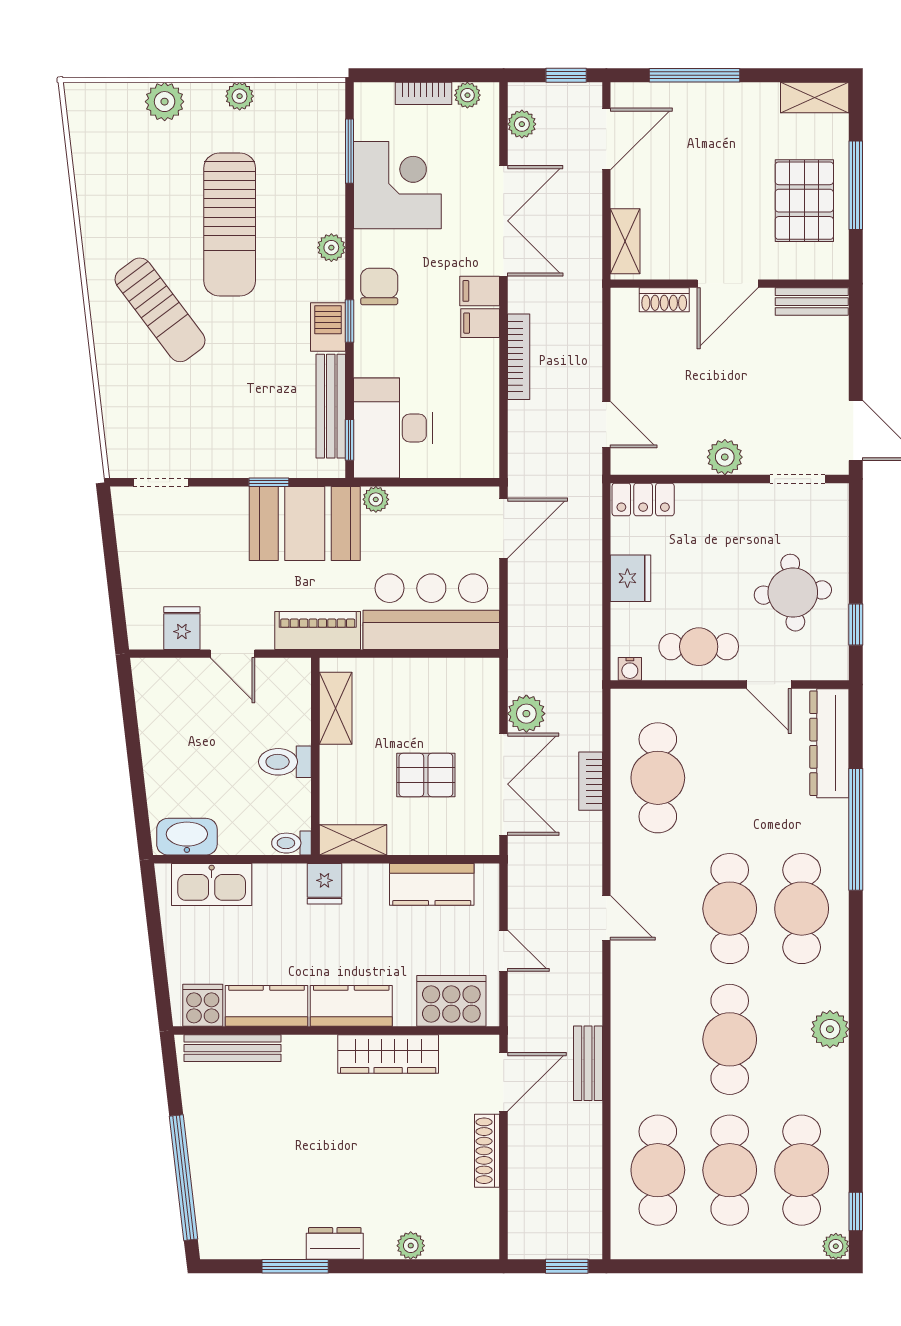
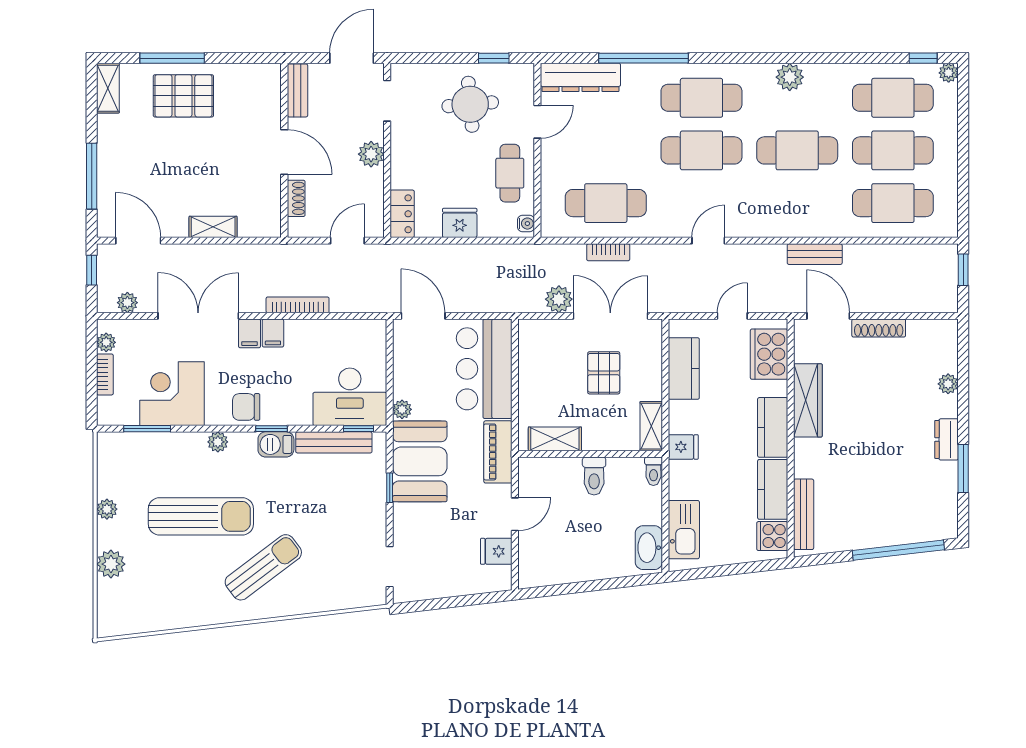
door: (728, 284) -> (284, 152), moved
wall: (730, 284) -> (284, 150), moved
shoe rack: (664, 300) -> (296, 198), moved
bench: (812, 302) -> (297, 90), moved

